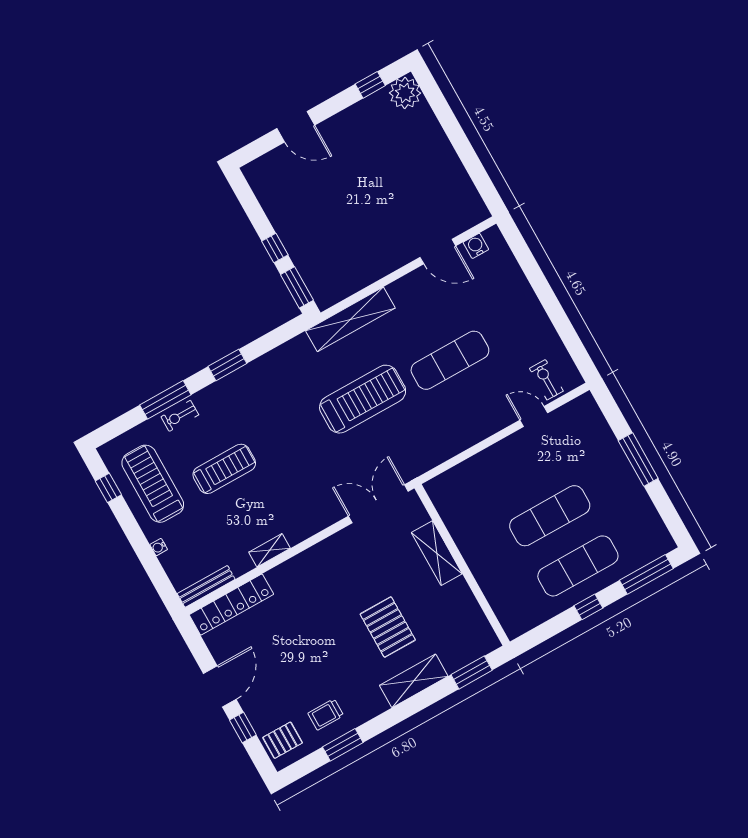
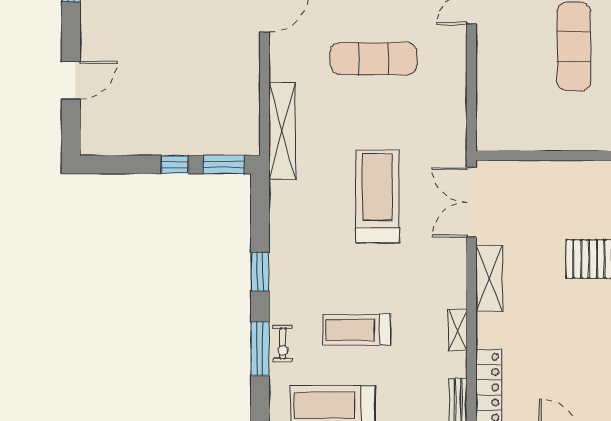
exercise mat: (450, 360) -> (374, 58), turned 90
treadmill: (363, 399) -> (378, 196), moved
treadmill: (224, 469) -> (357, 330), turned -90
shelving: (437, 553) -> (489, 279), moved, turned 90

